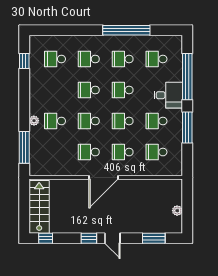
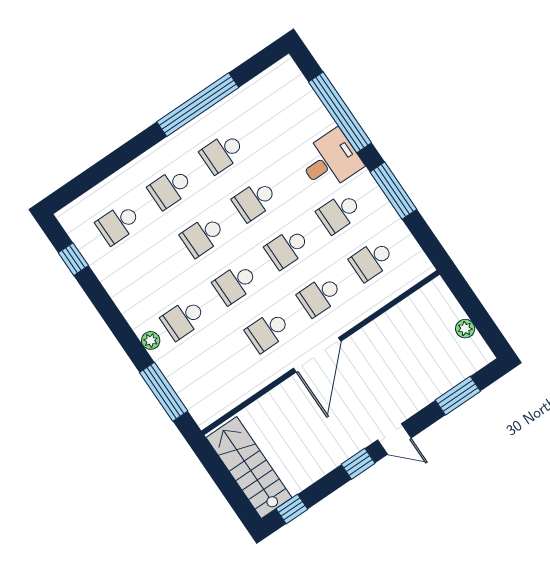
school desk: (156, 59) -> (274, 117), removed

